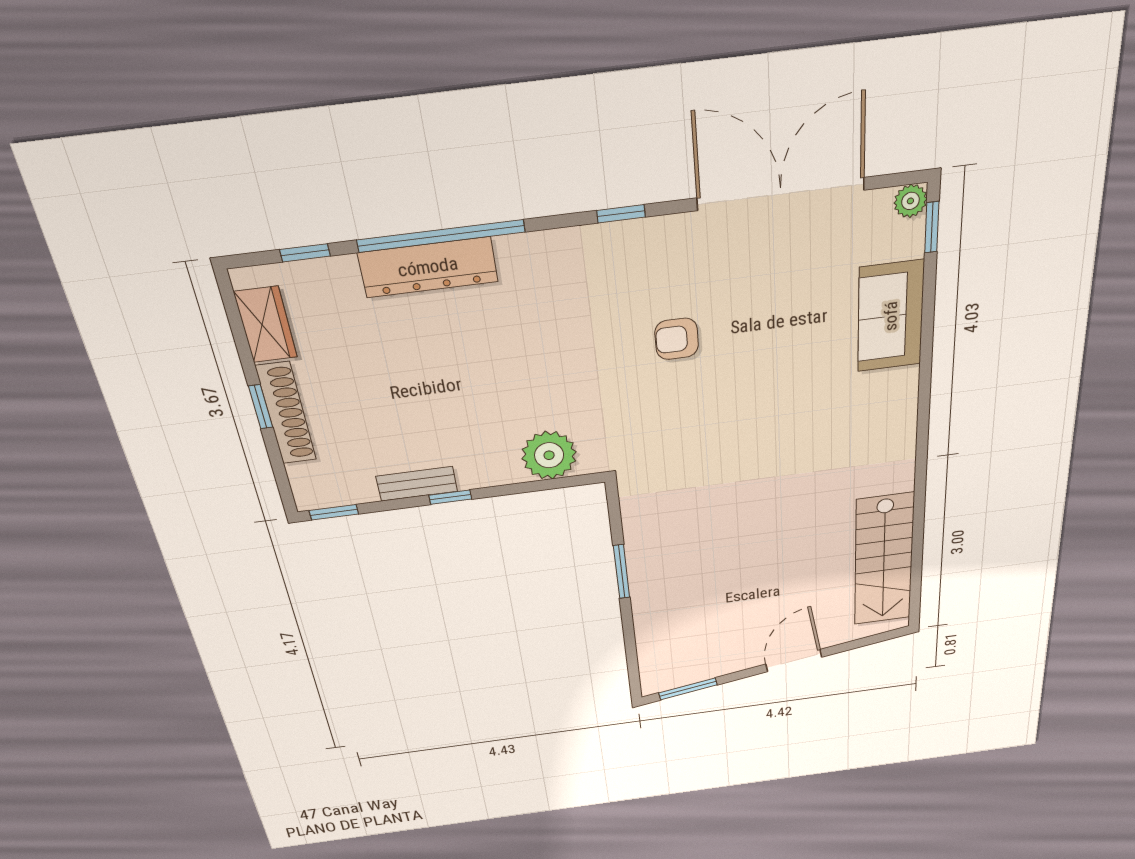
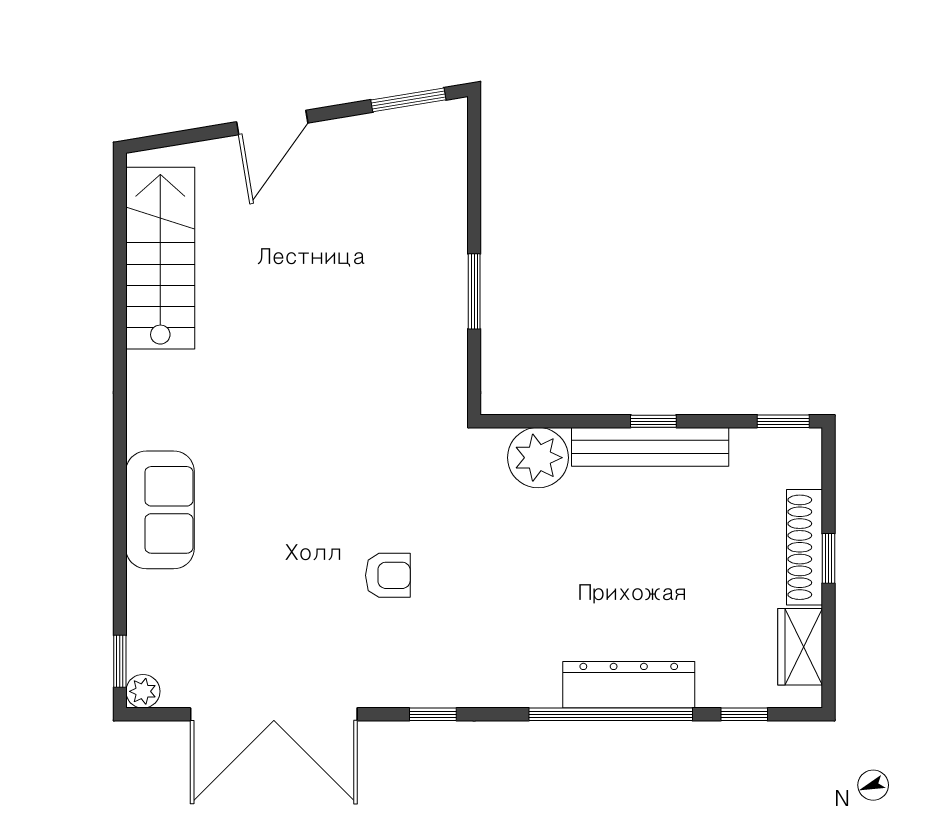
sofa: (891, 316) -> (160, 510), moved
bench: (417, 484) -> (650, 447), width x1.86, depth x1.21

